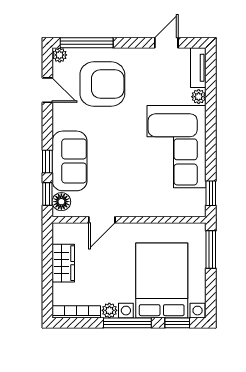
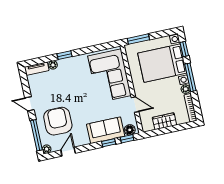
door: (166, 43) -> (29, 104), moved
corner sofa: (176, 147) -> (109, 76), moved, turned 90
window: (211, 193) -> (64, 55), moved

